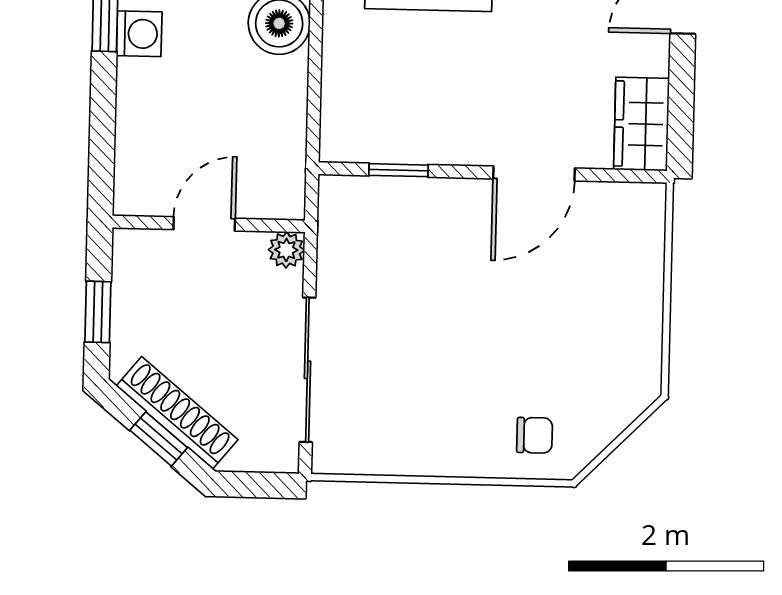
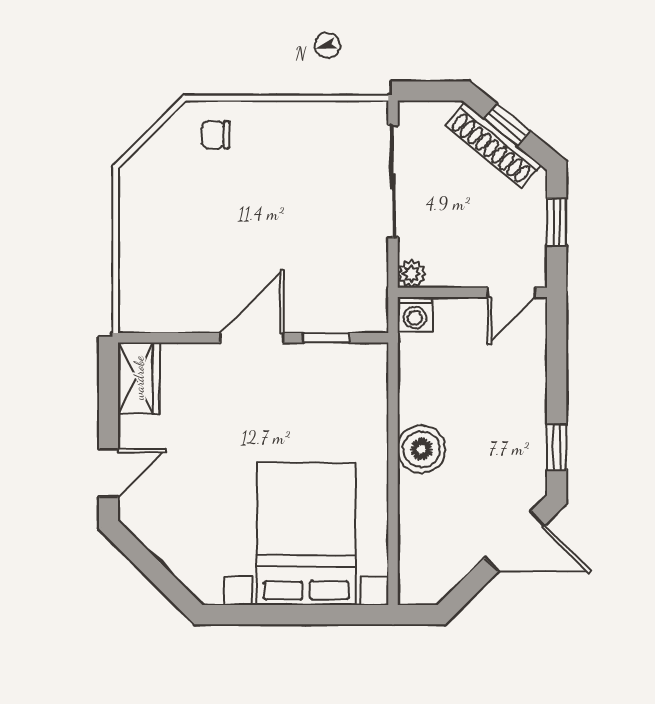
washing machine: (139, 34) -> (415, 314), moved, turned -90
door: (534, 173) -> (252, 338), moved
door: (204, 224) -> (512, 292), moved

